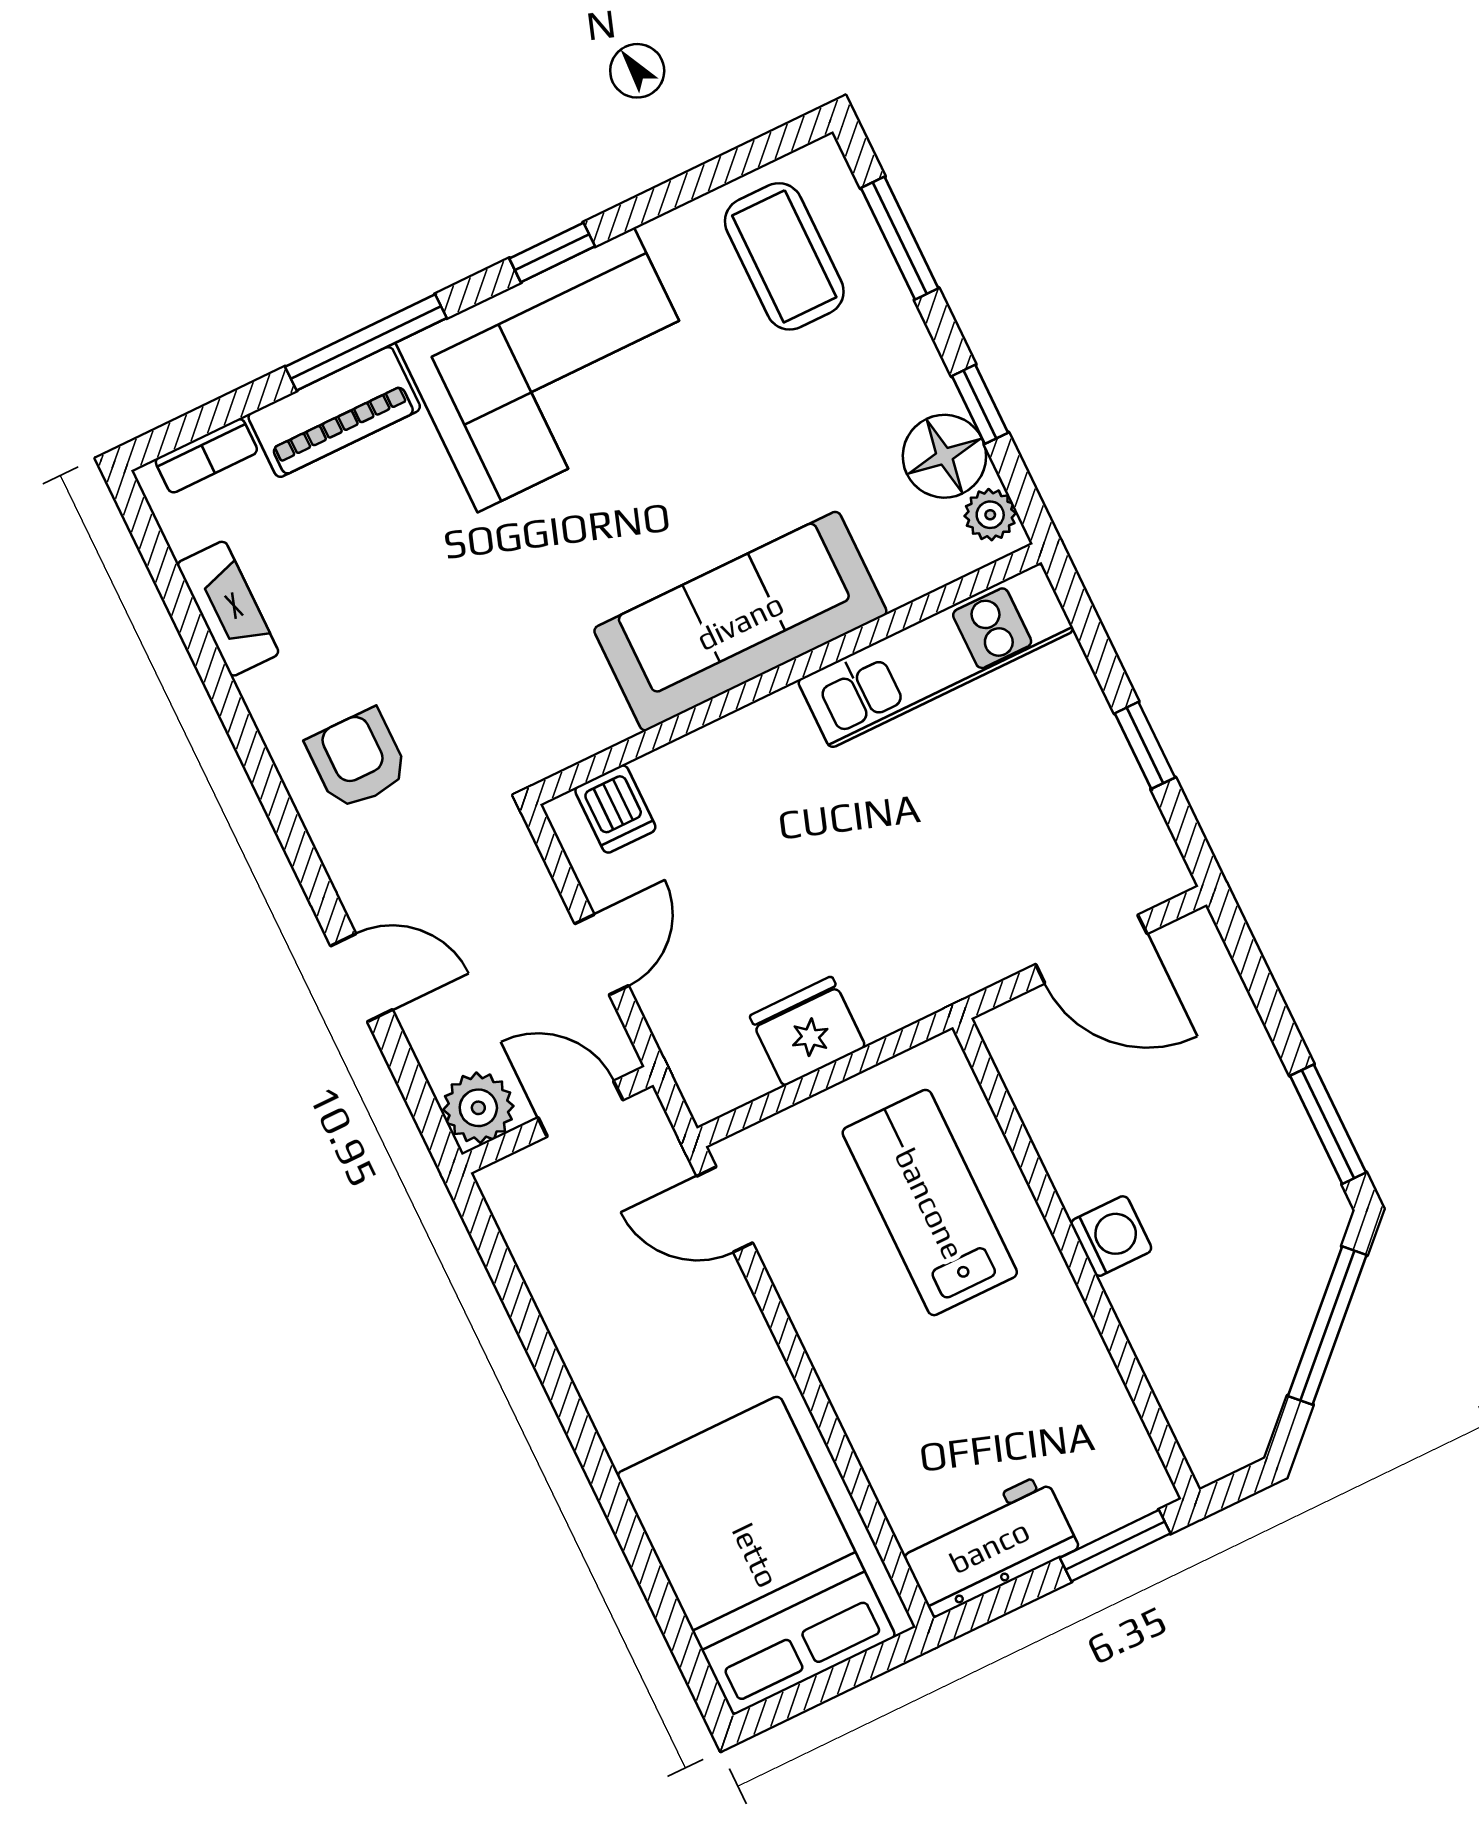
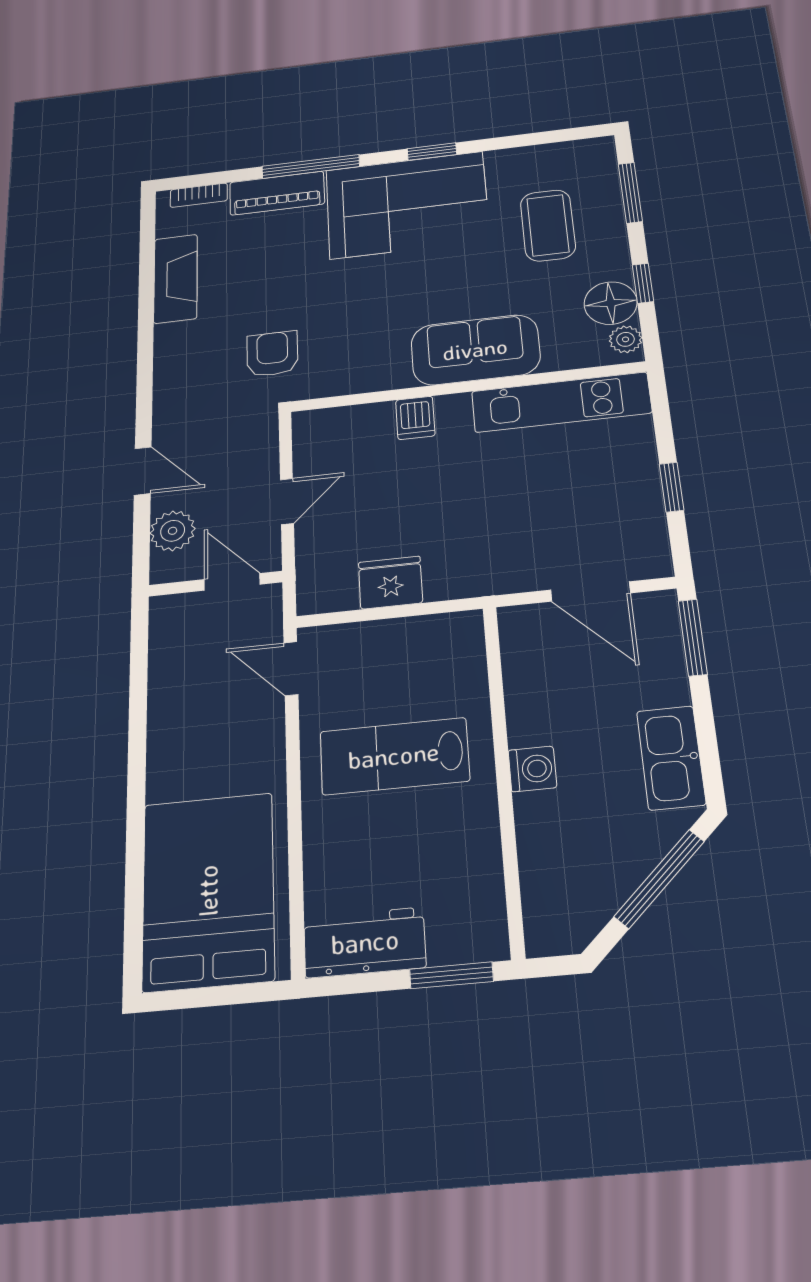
coffee table: (784, 256) -> (548, 225), moved
fireplace: (228, 609) -> (176, 279), width x1.37, depth x1.32
sofa: (740, 621) -> (475, 350), width x0.73
armchair: (357, 759) -> (272, 354), moved
dishwasher: (615, 809) -> (415, 418), moved
plant: (478, 1108) -> (173, 531), moved
window: (1328, 1124) -> (693, 637), moved
kitchen sink: (1285, 1155) -> (671, 758), added
lab bench: (930, 1203) -> (394, 756), moved, turned -90

